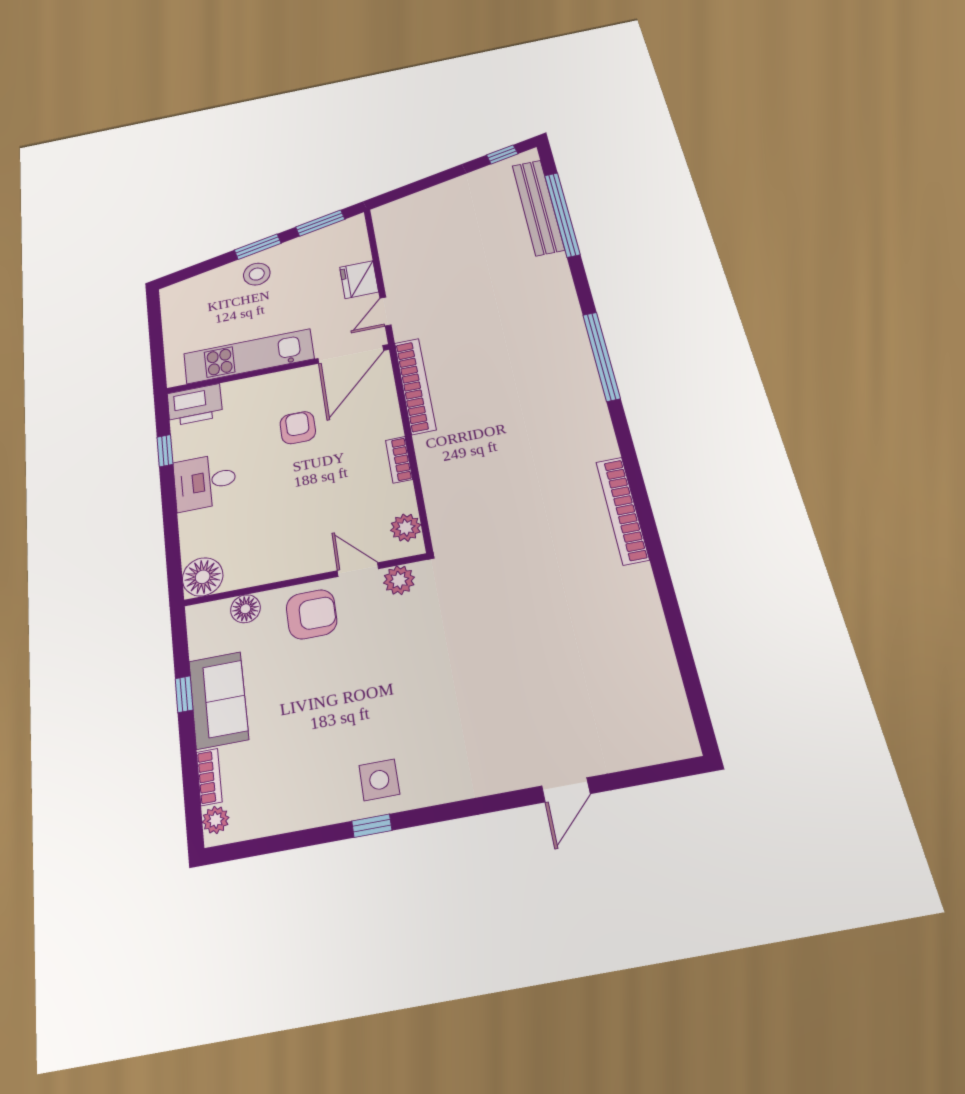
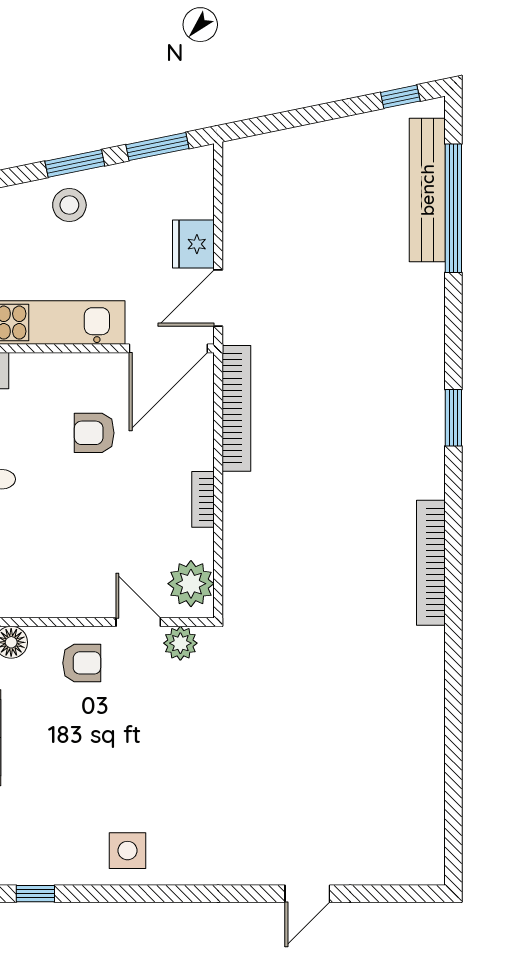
door: (385, 312) -> (218, 298), width x1.37
window: (601, 356) -> (453, 418), width x0.47
armchair: (298, 428) -> (94, 433), turned -90
bookcase: (622, 510) -> (431, 563), moved
plant: (406, 528) -> (191, 584), width x1.36, depth x1.36
armchair: (312, 614) -> (82, 663), width x0.72, depth x0.72
window: (372, 826) -> (35, 894), moved

